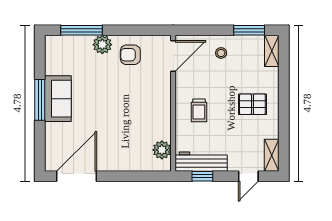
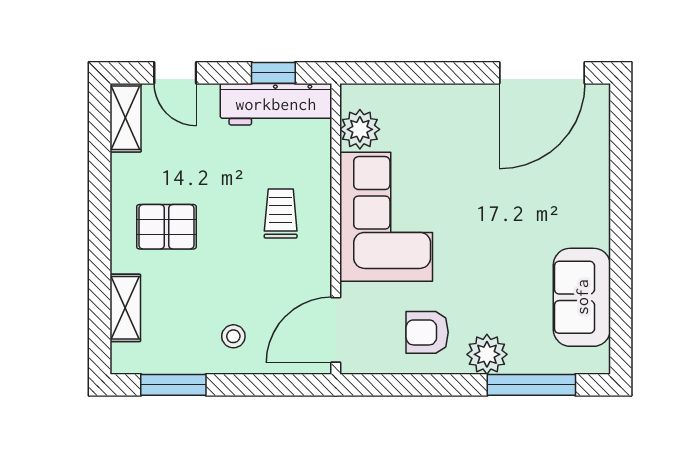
shelving: (272, 51) -> (125, 308), moved
armchair: (130, 55) -> (427, 332), turned 180
sofa: (58, 99) -> (582, 297), moved
window: (40, 100) -> (621, 236), removed
corner sofa: (150, 109) -> (386, 217), added
door: (248, 176) -> (175, 73), swing flipped

